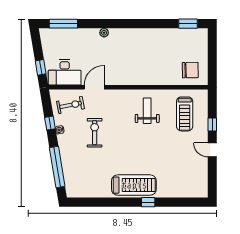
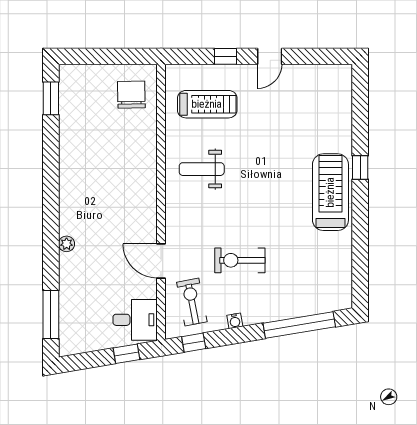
desk: (65, 72) -> (135, 320), width x0.73
window: (50, 123) -> (194, 343), moved

